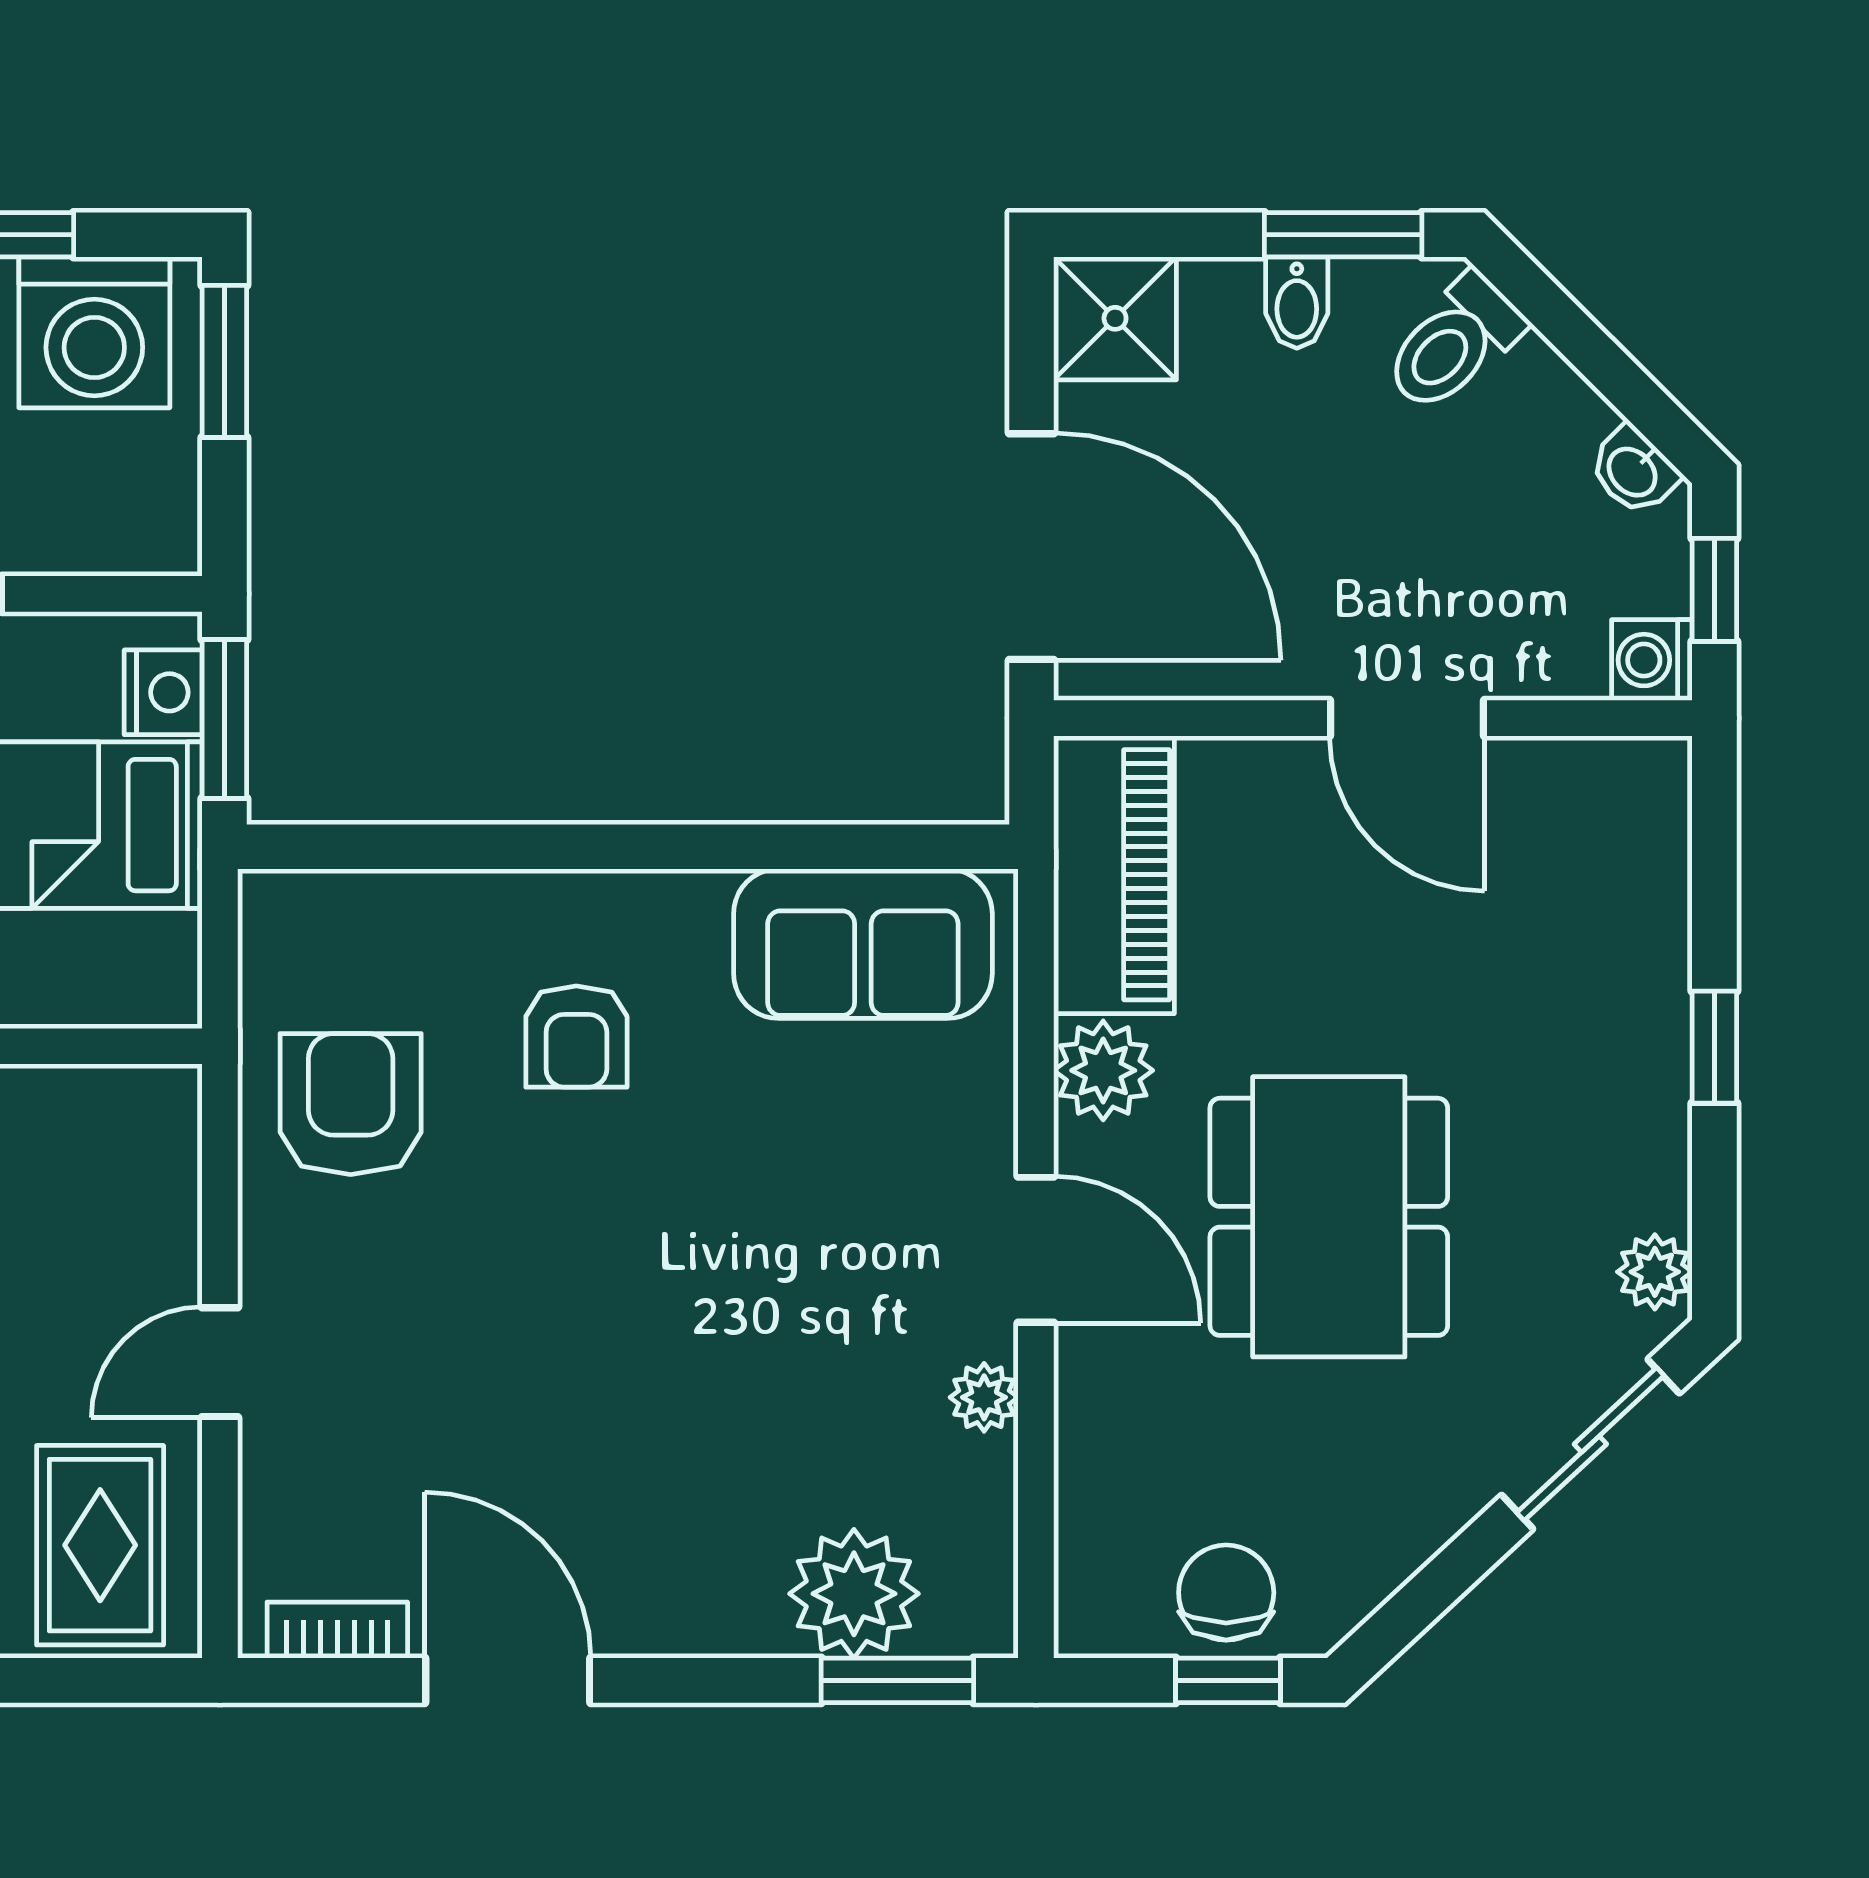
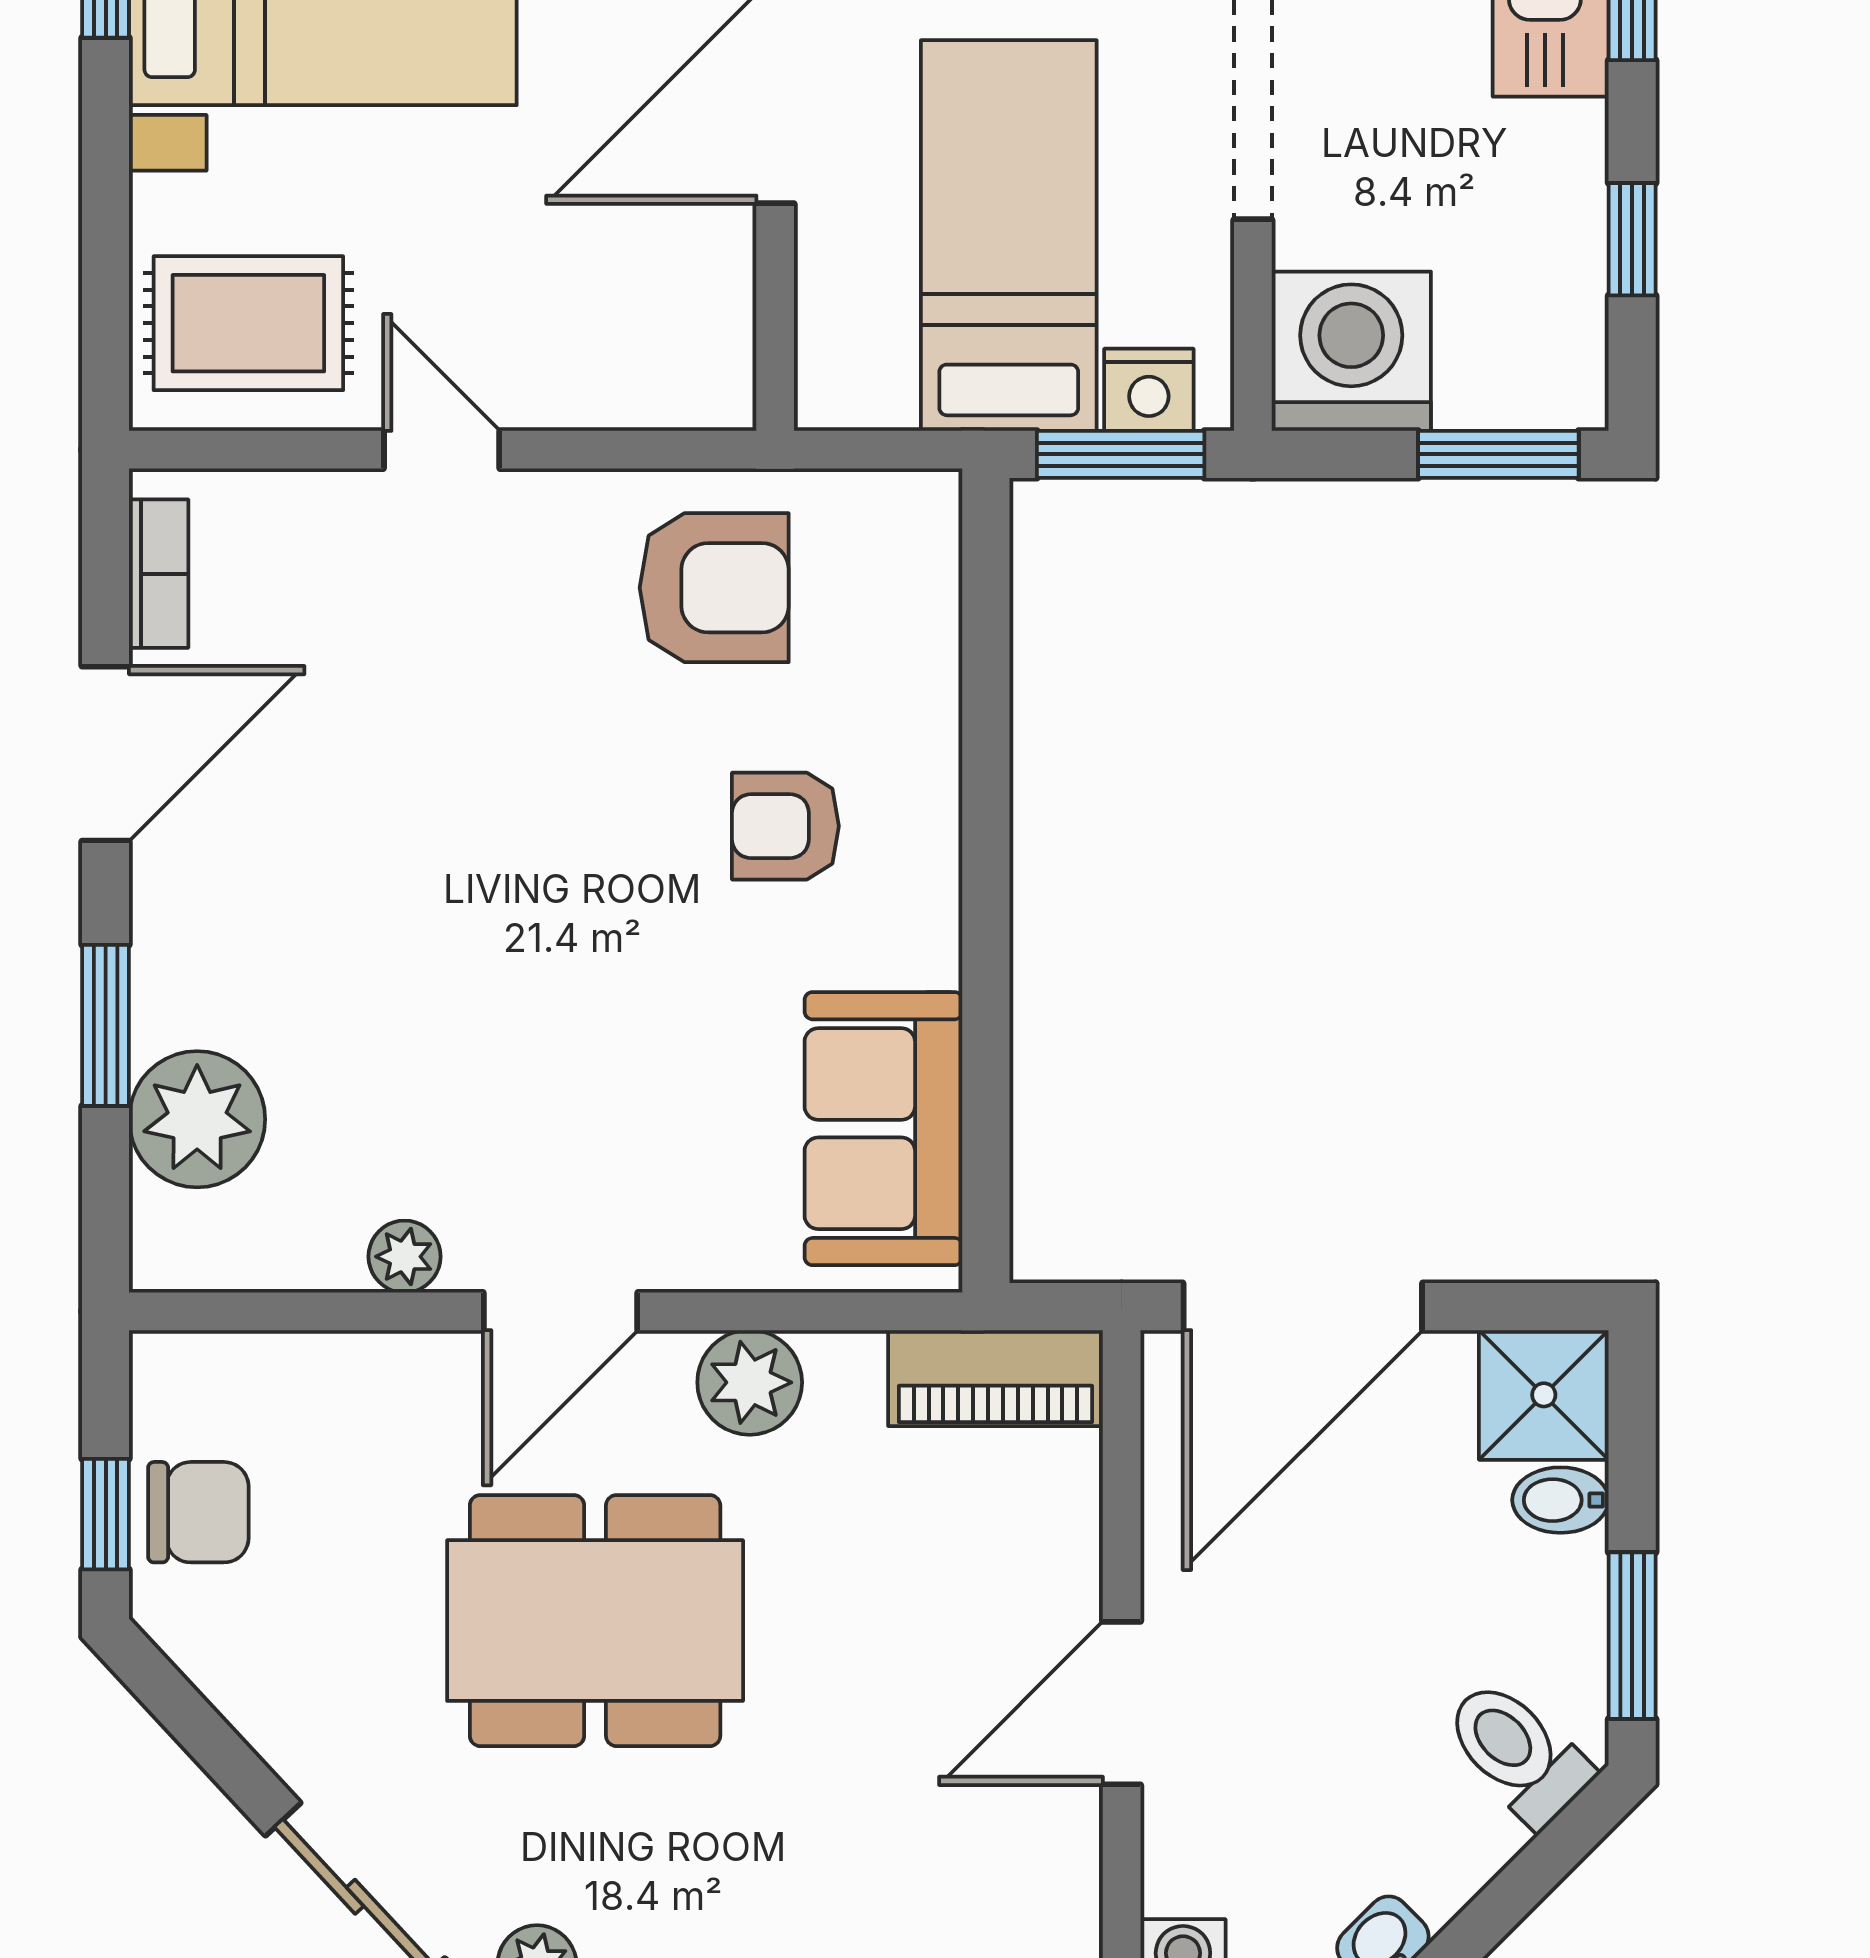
bidet: (1297, 303) -> (1560, 1500), moved
washing machine: (94, 332) -> (1351, 351), moved, turned 90
piano: (1114, 875) -> (996, 1378), width x0.73, depth x0.75
window: (897, 1680) -> (106, 1025), moved

